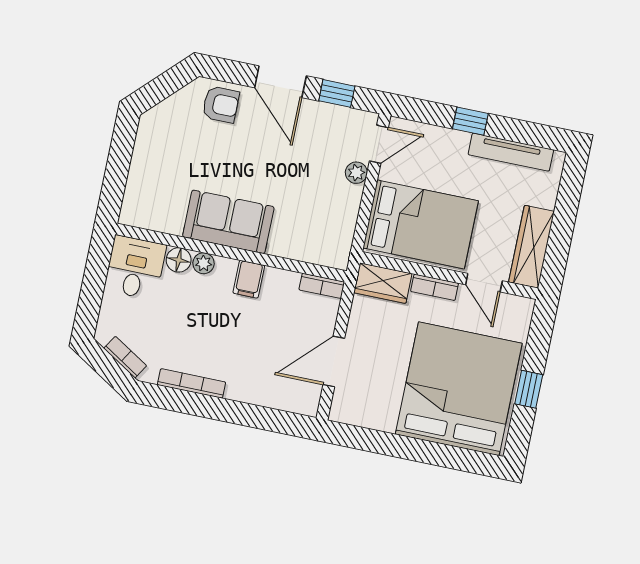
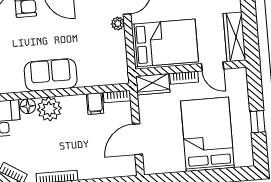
plant: (203, 263) -> (49, 109), width x1.88, depth x1.88
filing cabinet: (249, 279) -> (95, 103), moved
bed: (459, 389) -> (207, 134), width x0.73

